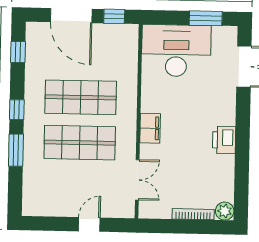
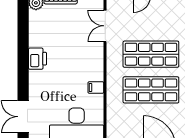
filing cabinet: (150, 128) -> (96, 88), moved, width x0.50

